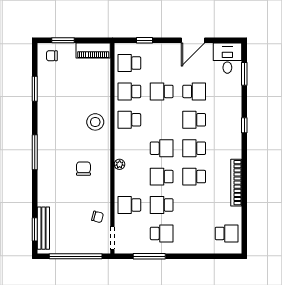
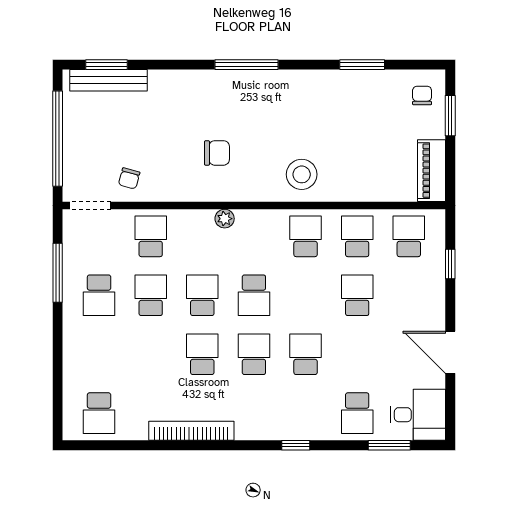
school desk: (194, 91) -> (357, 413), moved

